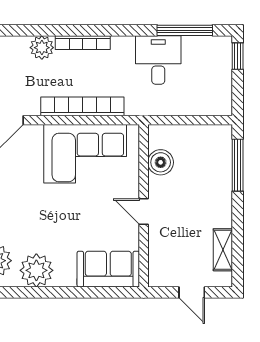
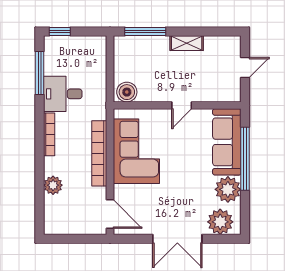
bookcase: (83, 43) -> (49, 134), moved
boiler: (161, 162) -> (127, 92), moved
shelving: (223, 250) -> (187, 43), moved
sofa: (108, 269) -> (227, 142), width x1.36
window: (76, 292) -> (245, 159), added

